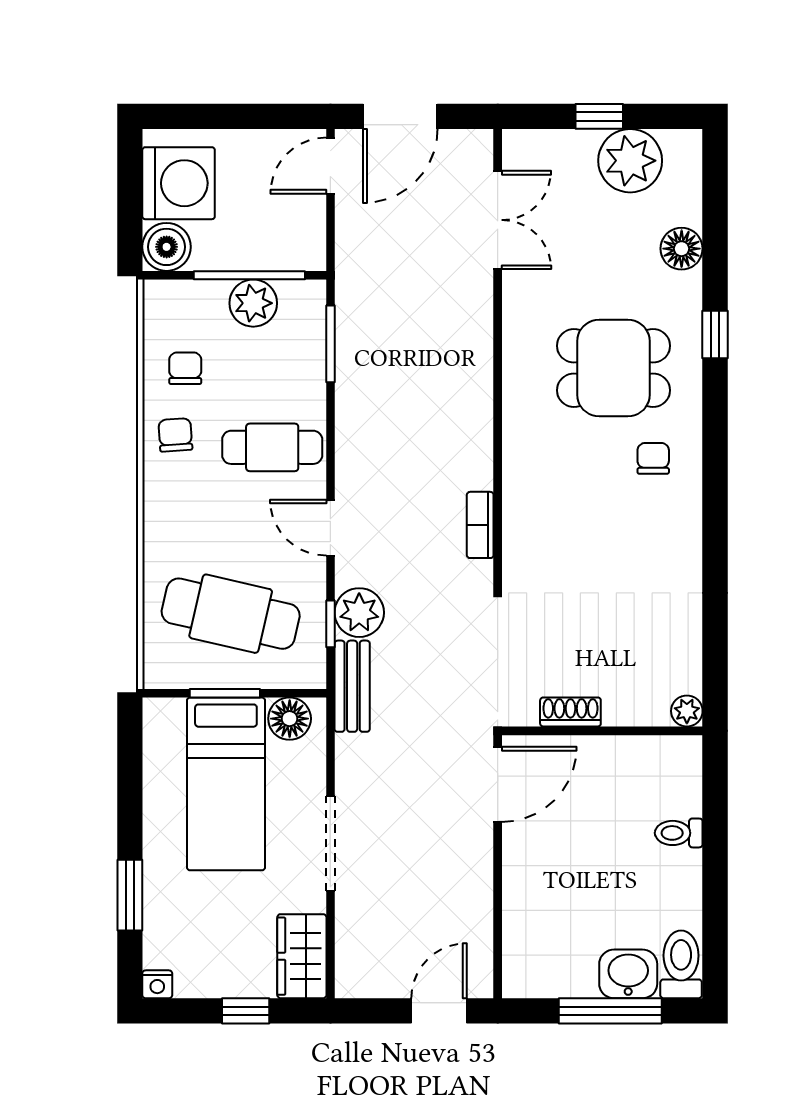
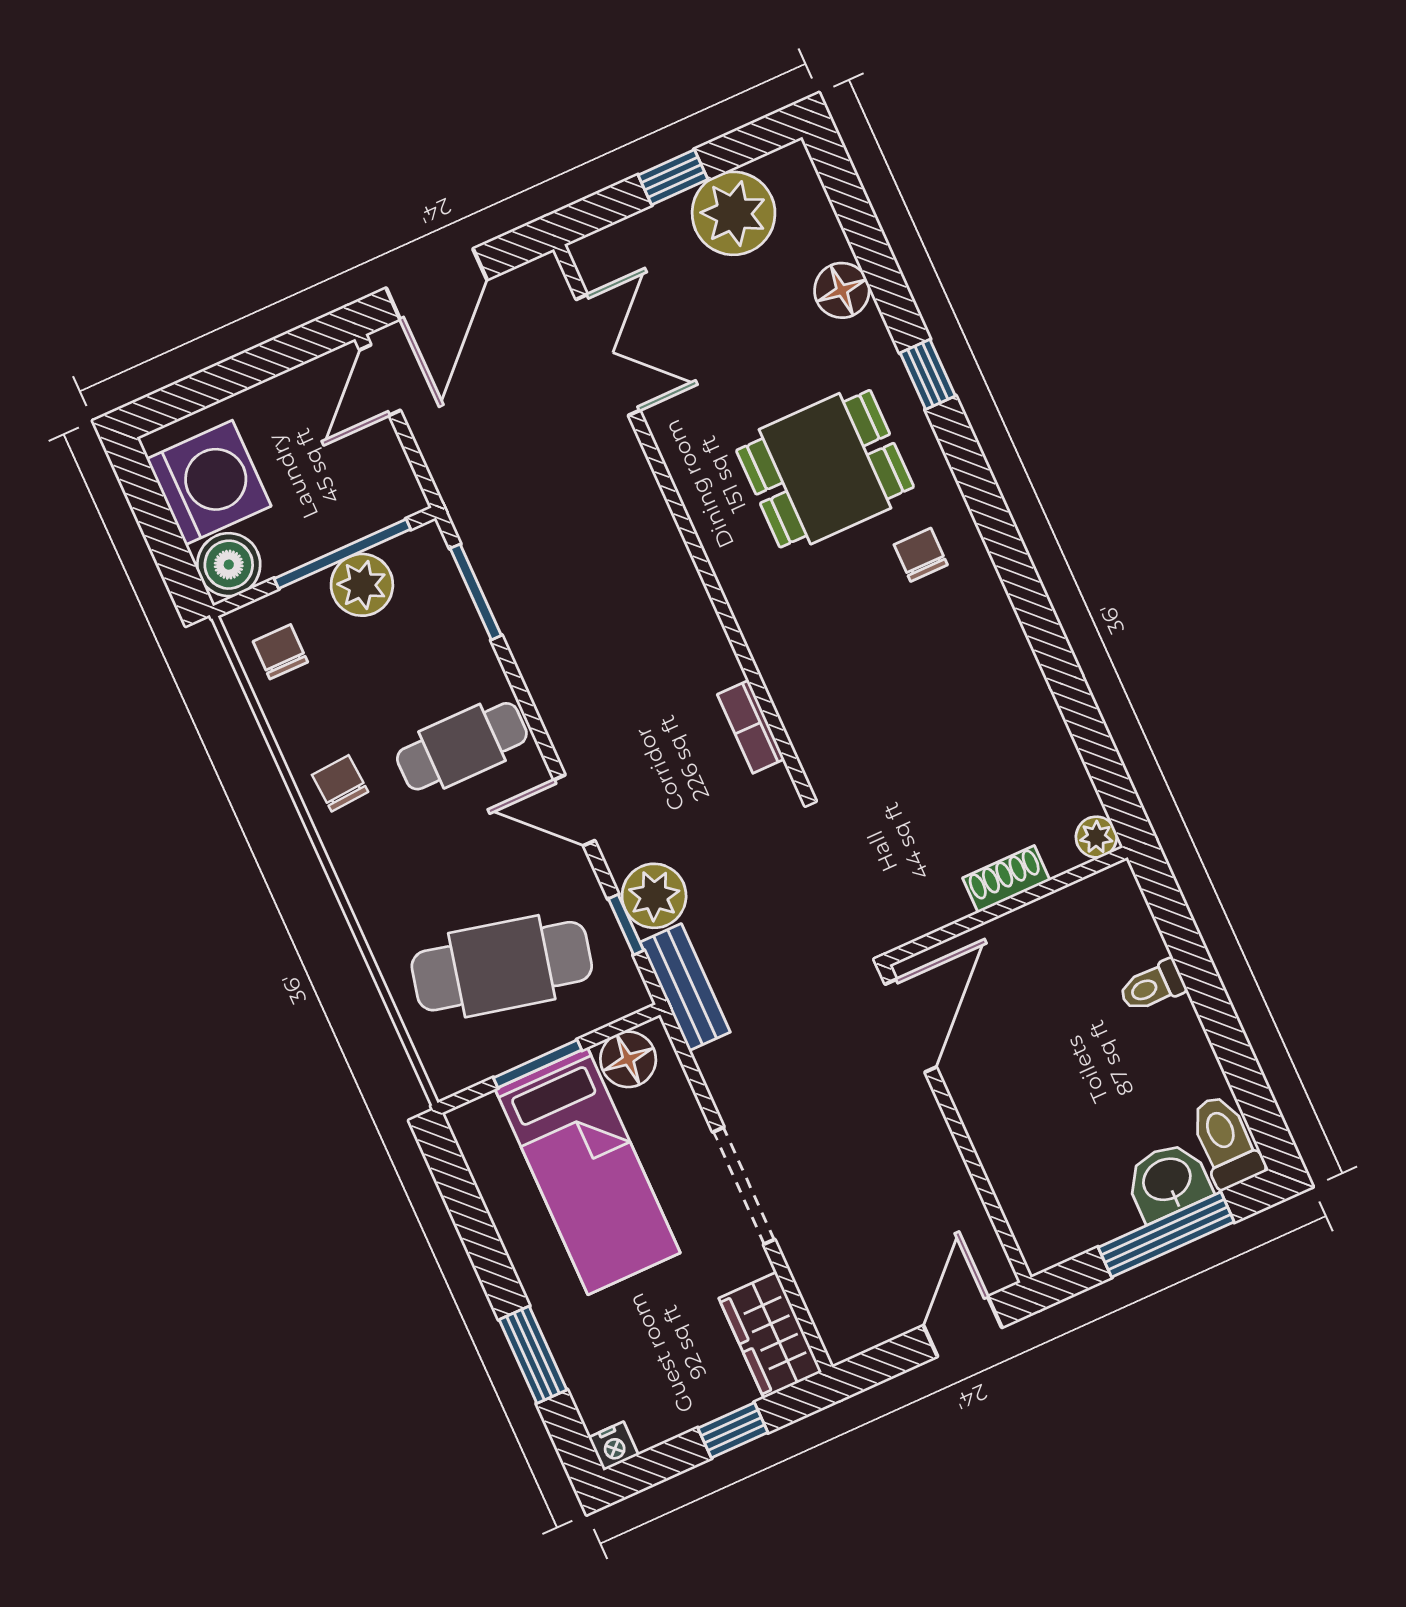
chair: (185, 368) -> (280, 652), moved
shoe rack: (570, 712) -> (1006, 879), moved

